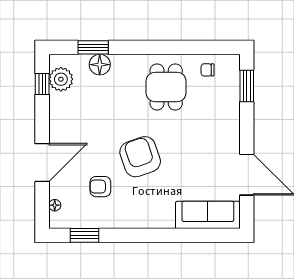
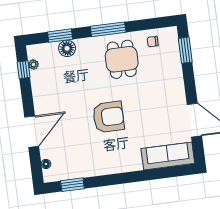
window: (154, 47) -> (108, 29), added
plant: (61, 79) -> (33, 65), width x0.53, depth x0.53
armchair: (140, 157) -> (108, 117), turned 109
armchair: (100, 187) -> (80, 145), removed

